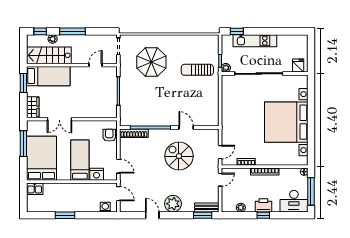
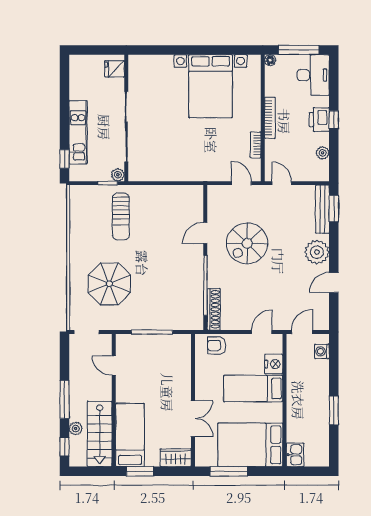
bed with nightstands: (286, 122) -> (211, 86), width x0.73
bench: (207, 207) -> (322, 209), width x1.36

